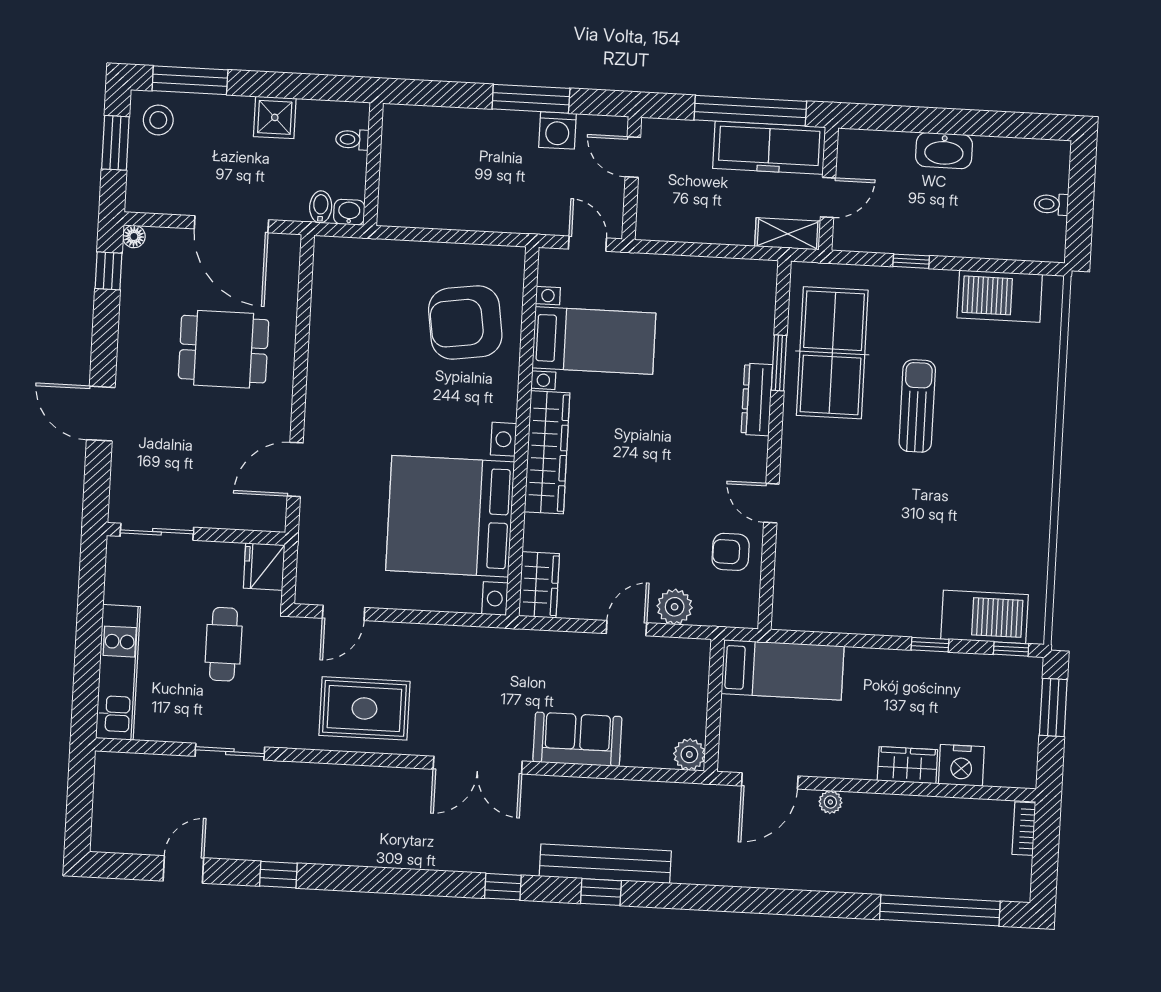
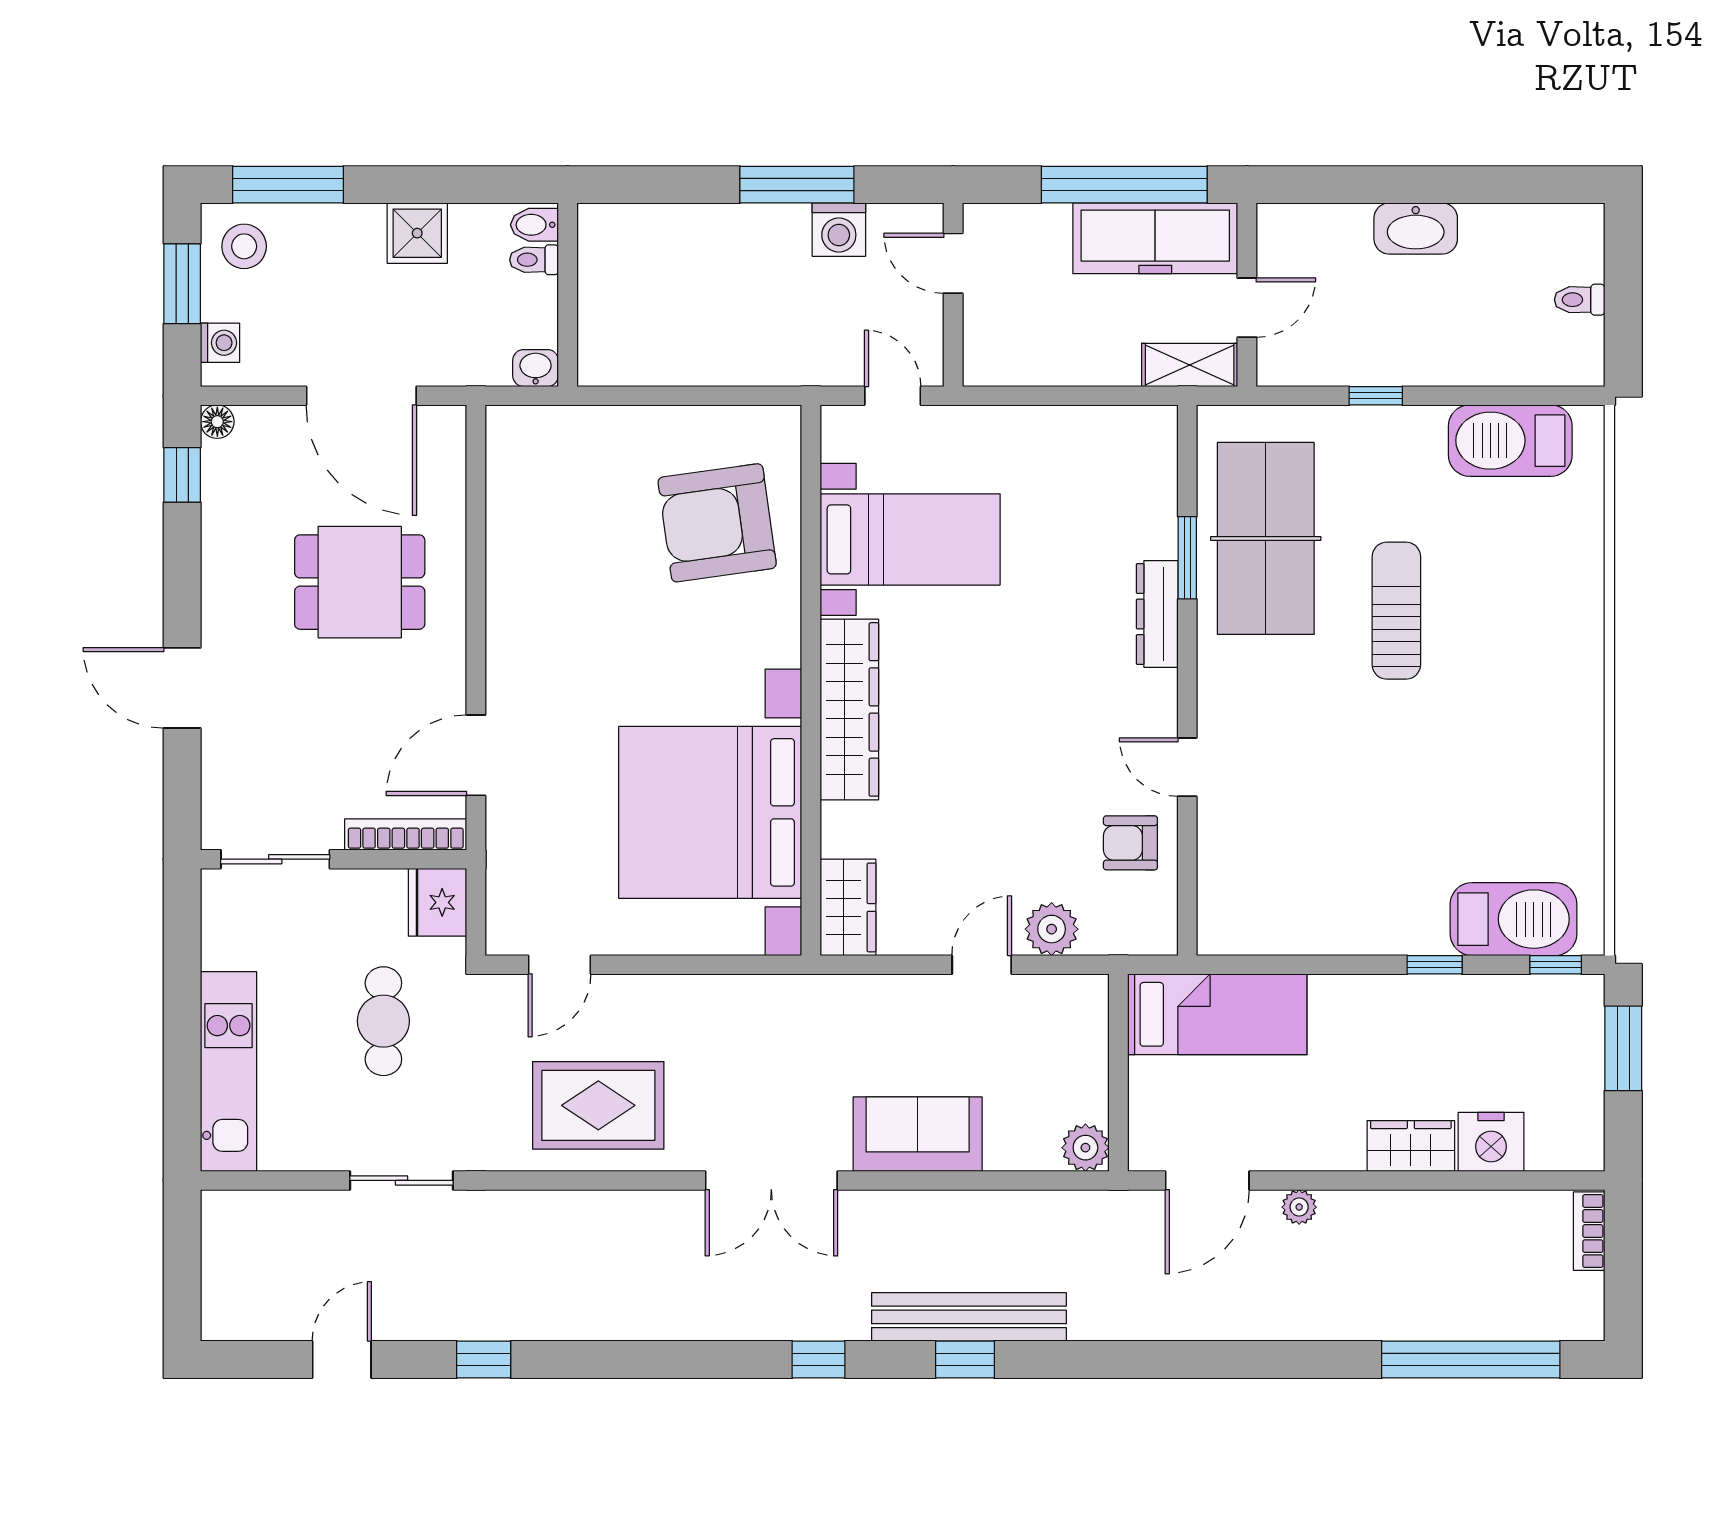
washing machine: (139, 184) -> (220, 343), added
bidet: (321, 207) -> (534, 225), moved, turned -90
bookcase: (245, 520) -> (406, 834), added

